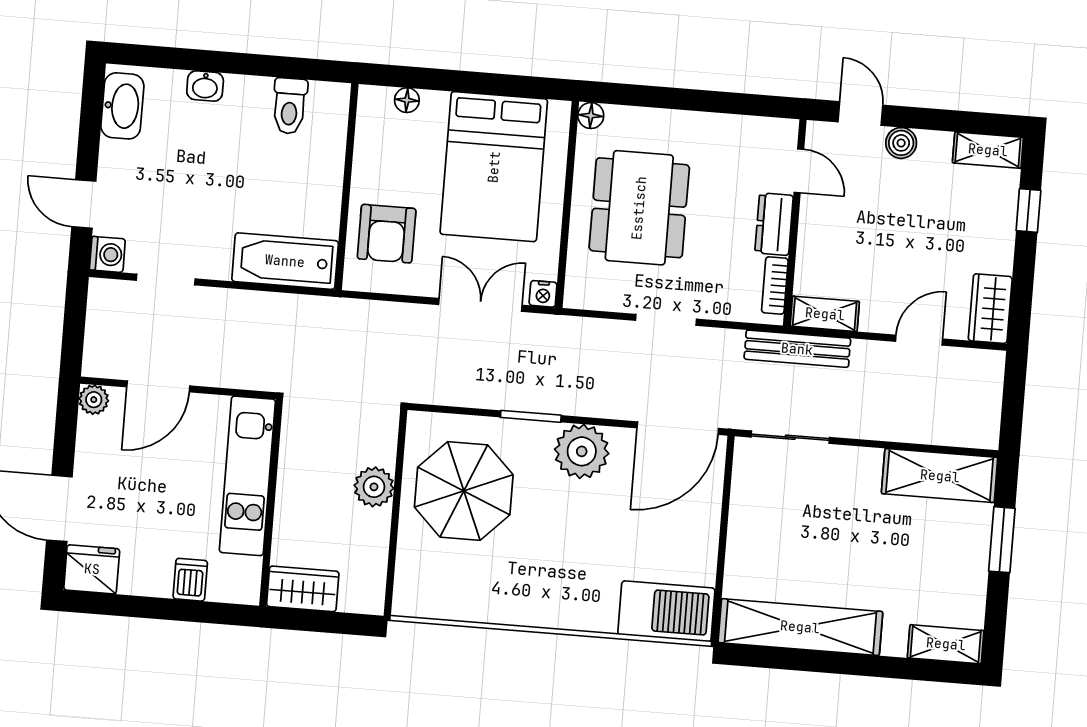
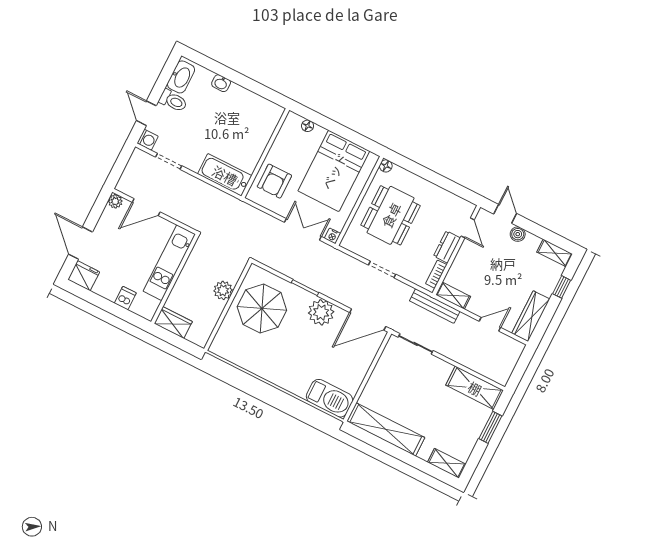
toilet: (290, 106) -> (173, 101), moved, turned -90
wardrobe: (990, 309) -> (531, 316), width x1.50

